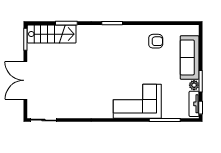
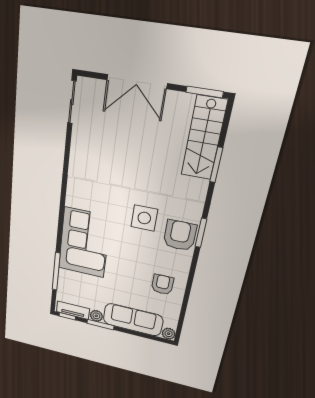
plant: (194, 30) -> (169, 334), added
armchair: (117, 36) -> (180, 235), added
armchair: (156, 41) -> (162, 284), turned 180
side table: (110, 62) -> (144, 218), added
double door: (25, 80) -> (137, 82), swing flipped

